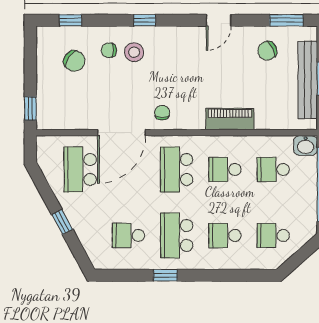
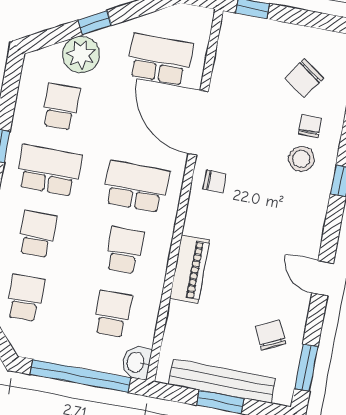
plant: (87, 228) -> (81, 54), added

